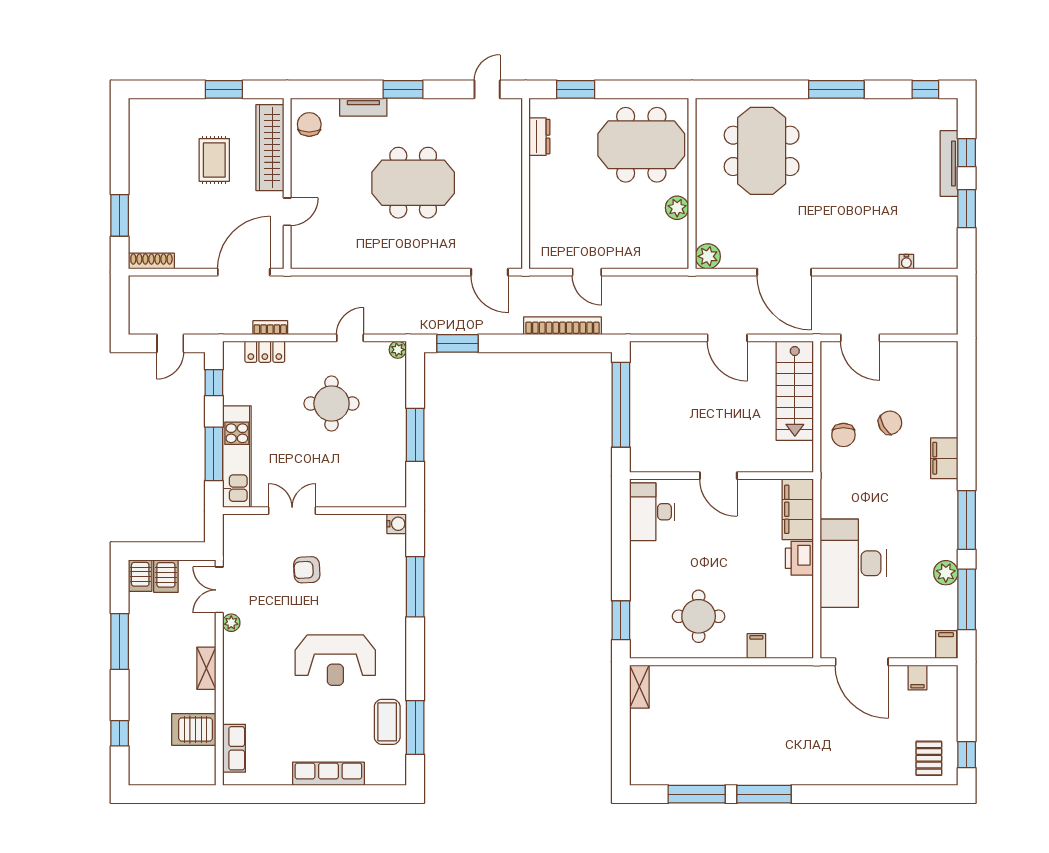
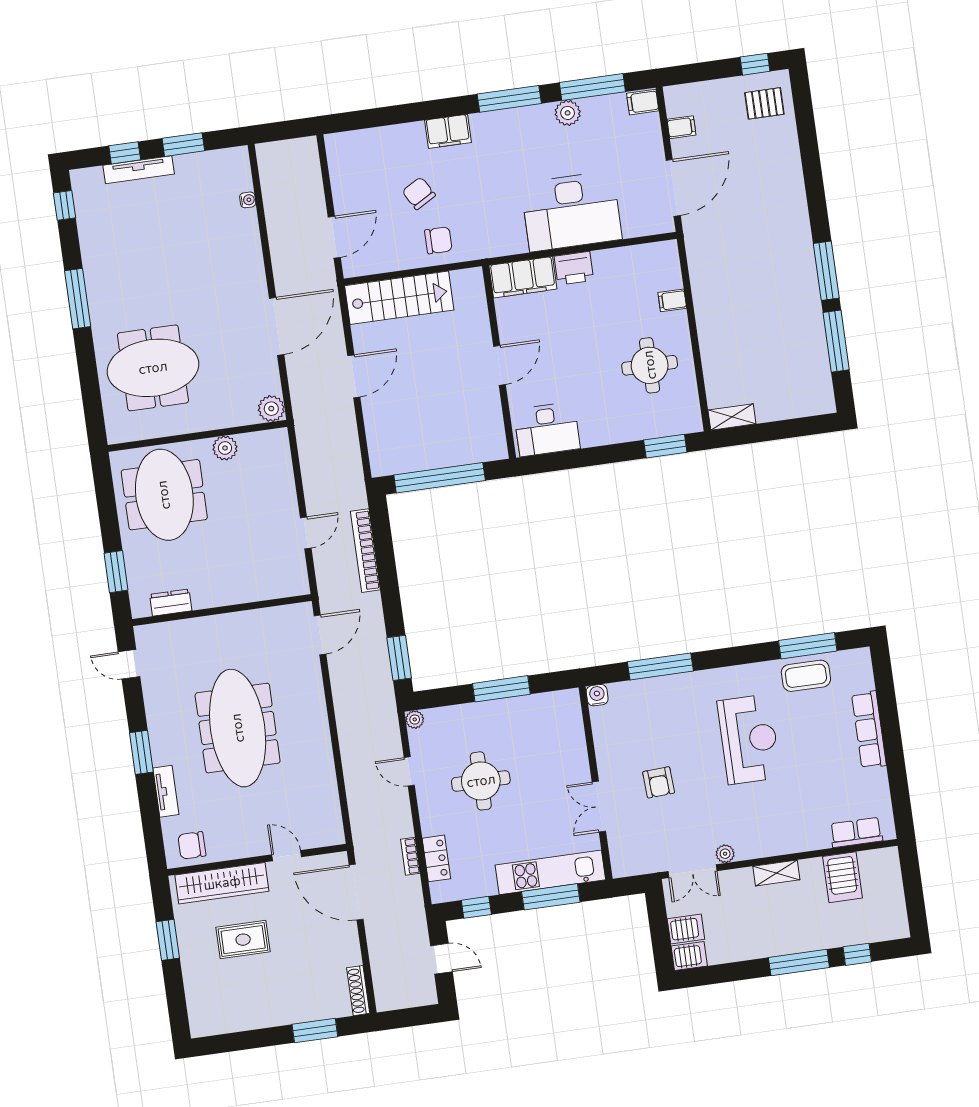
meeting table: (413, 183) -> (238, 728), width x1.36
window: (120, 641) -> (799, 962), moved

